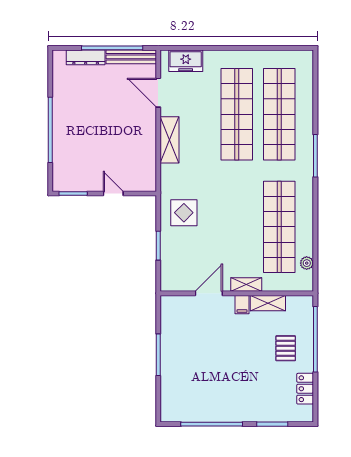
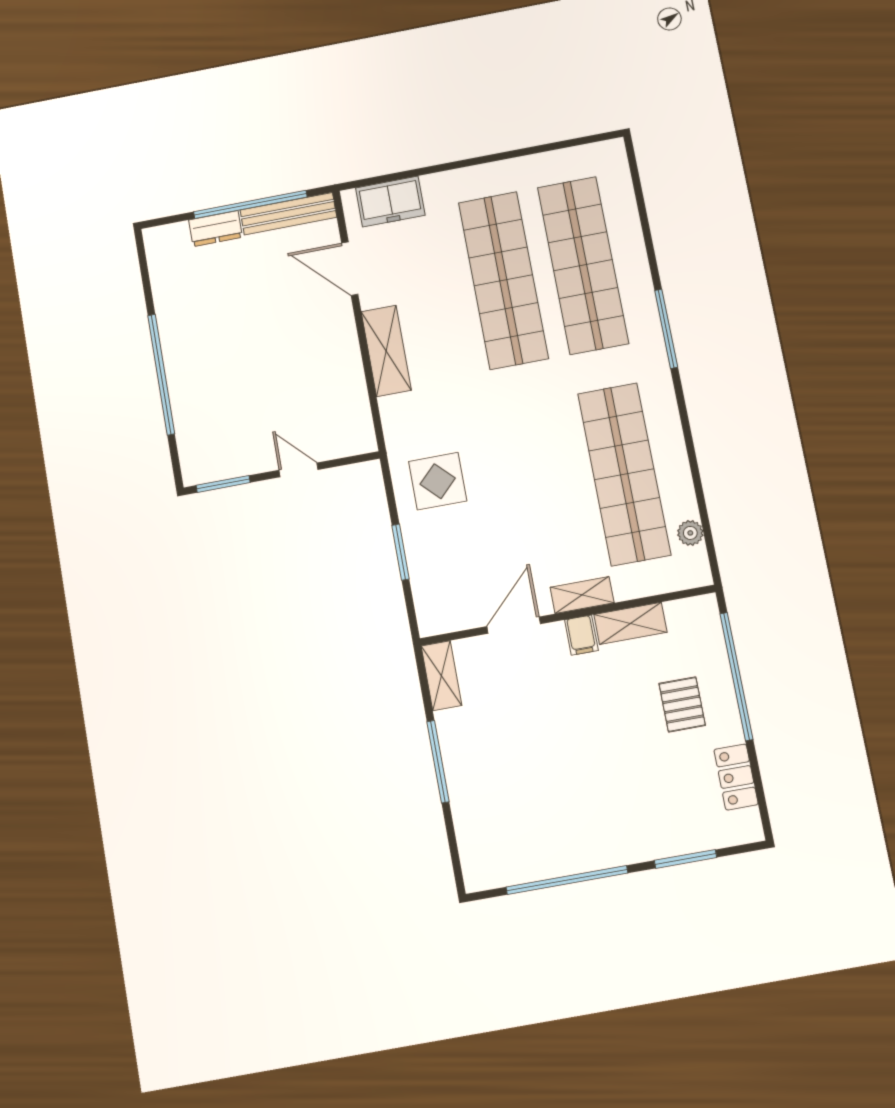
dresser: (86, 57) -> (215, 229), width x0.70
shelving: (168, 312) -> (442, 676), added

